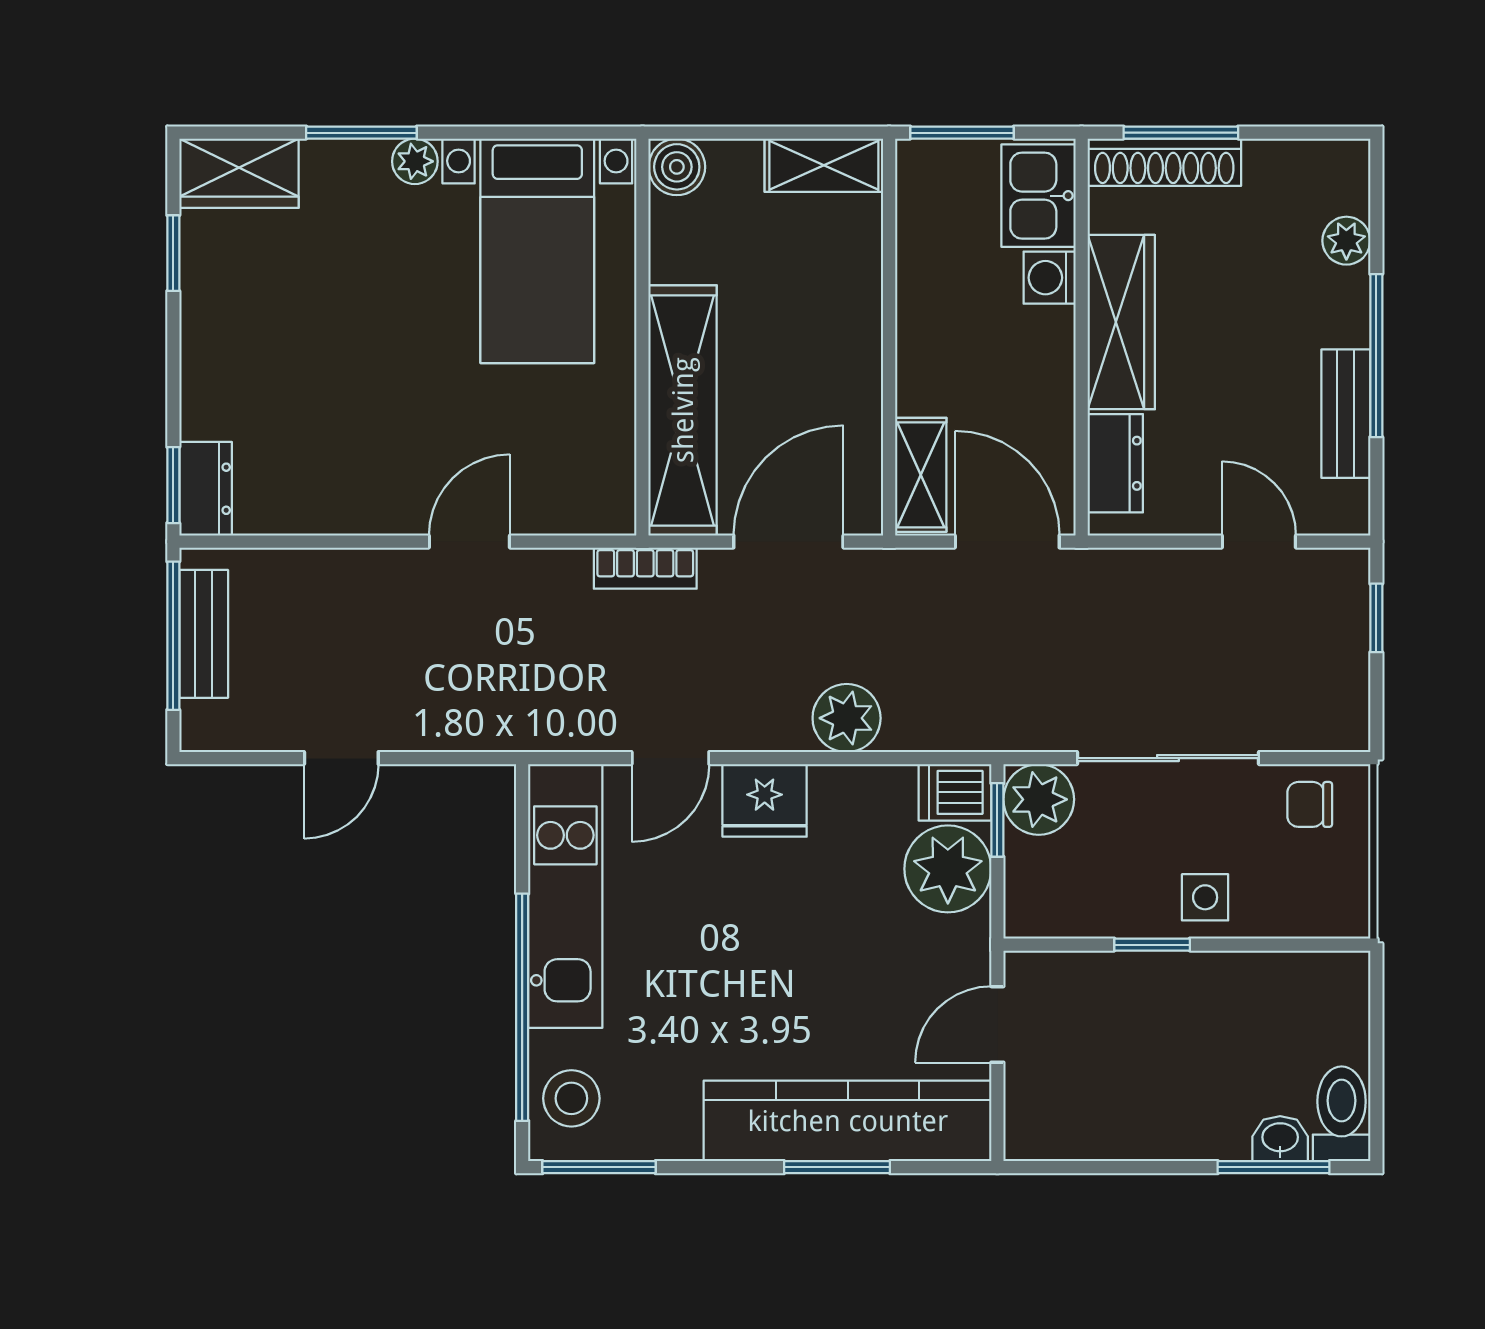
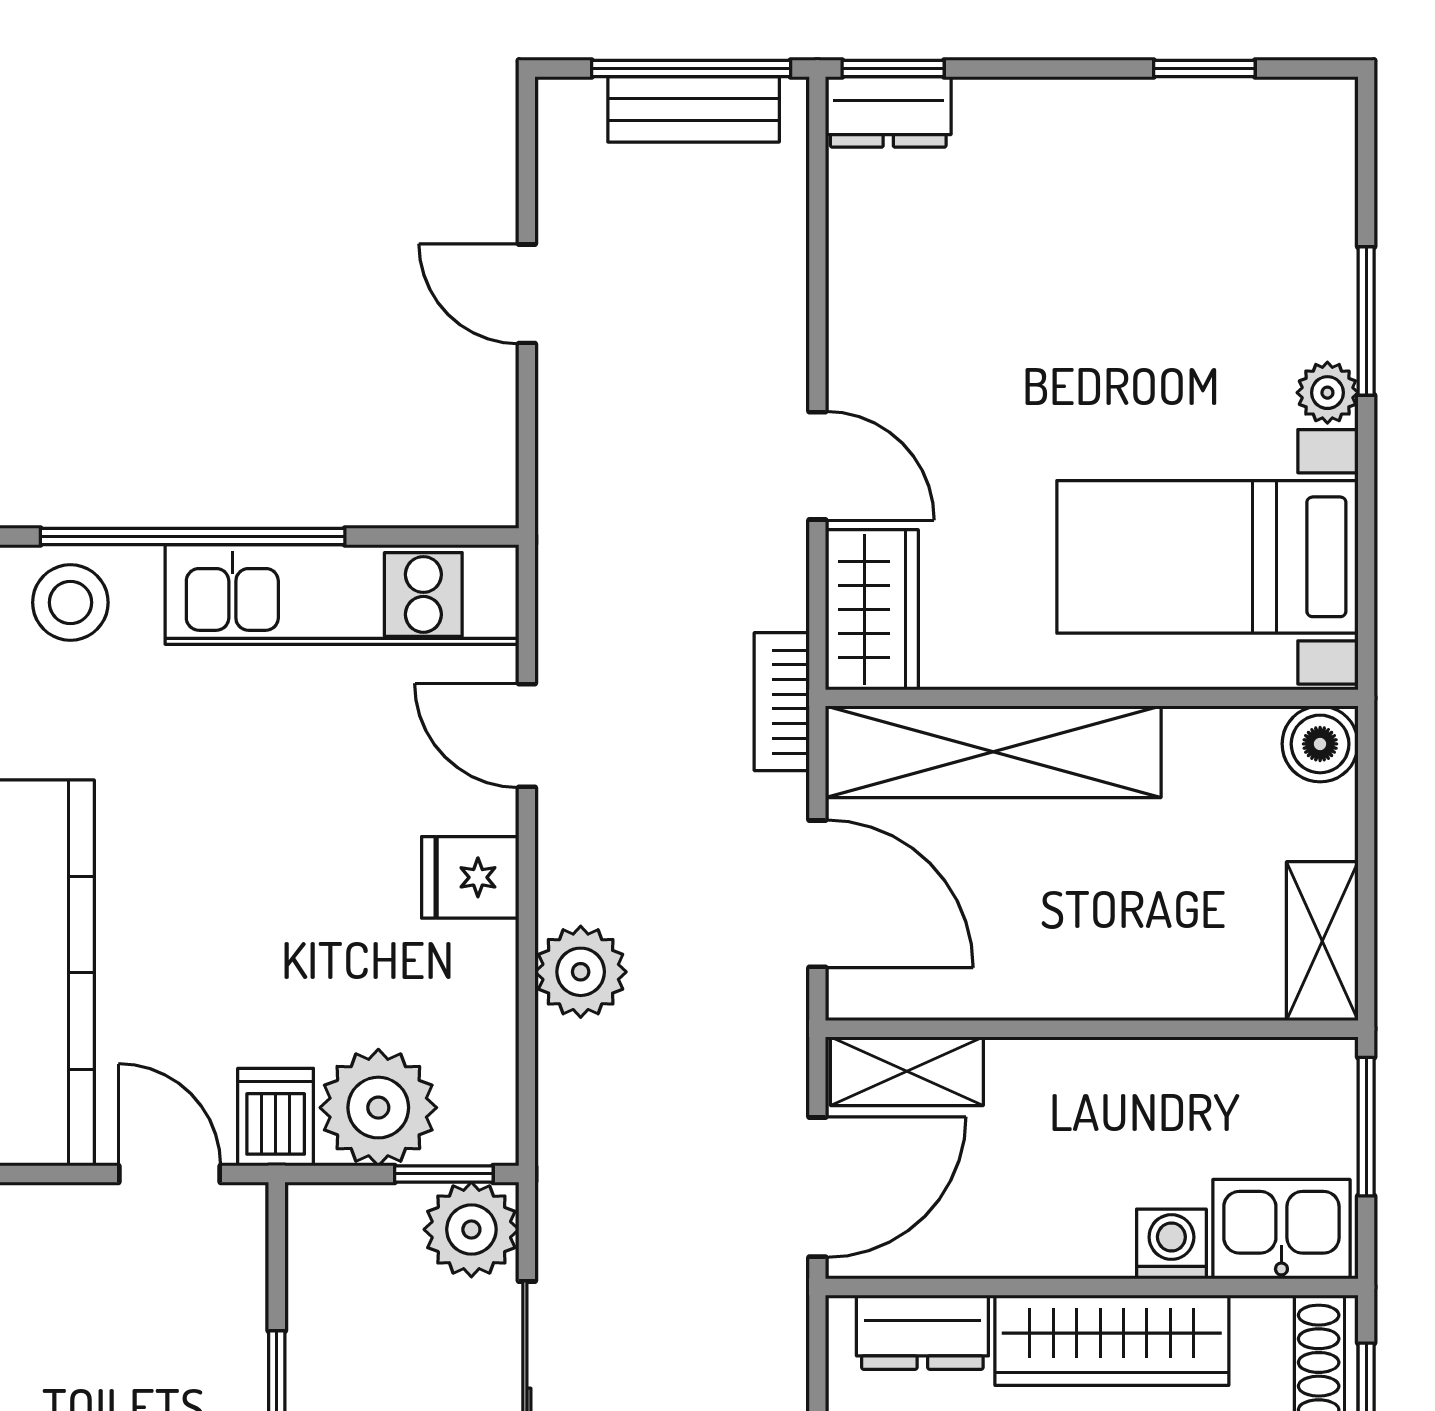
wardrobe: (239, 173) -> (872, 610), moved, turned 180
dishwasher: (955, 792) -> (276, 1117), moved
fridge: (765, 800) -> (470, 877), width x0.72

